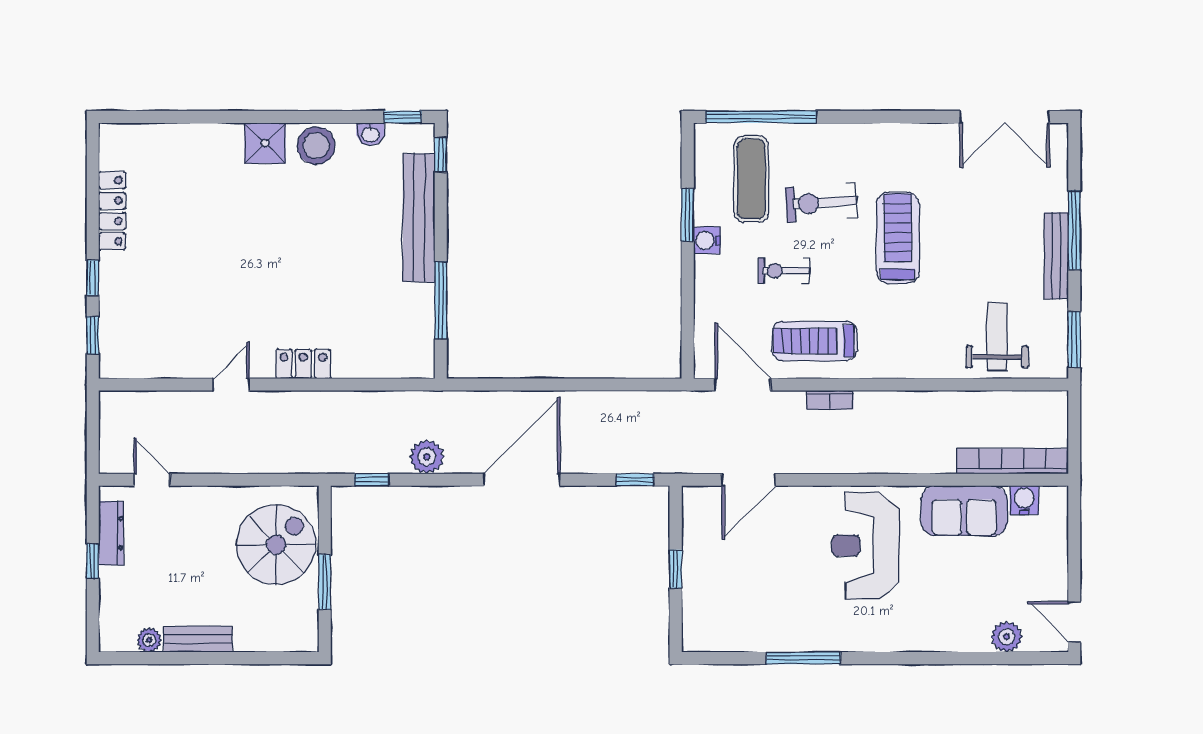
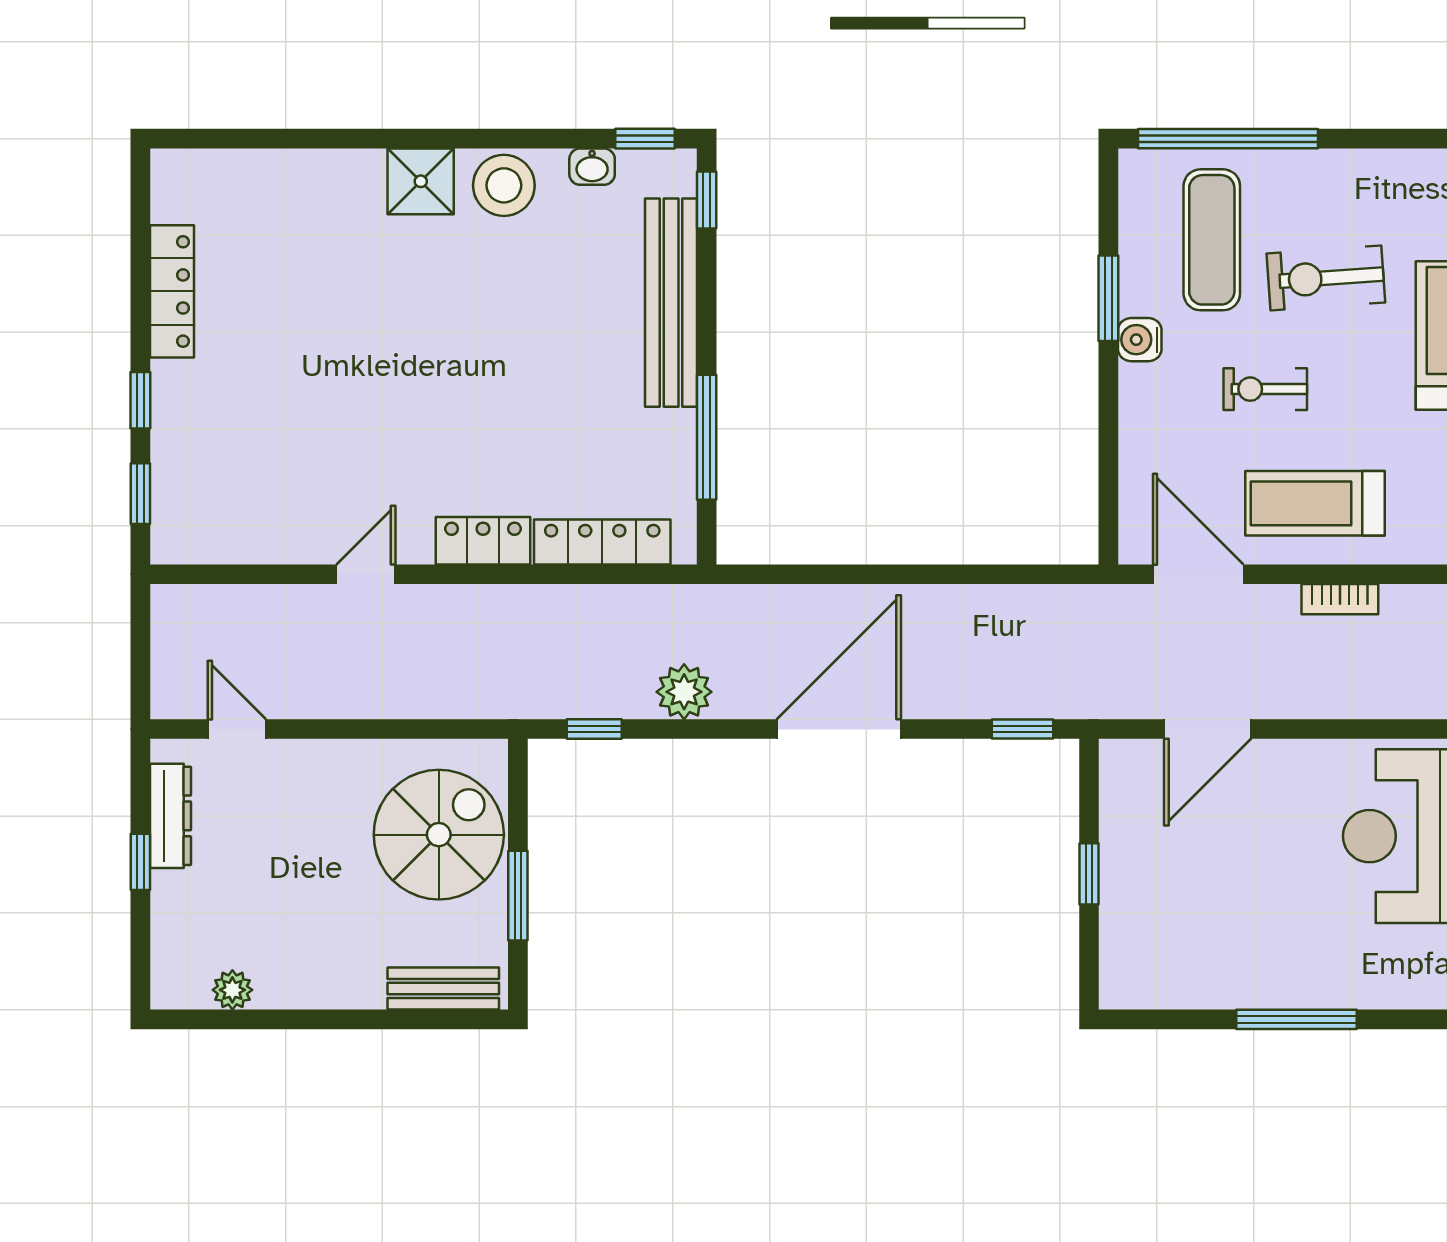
locker: (377, 365) -> (602, 542), added
bench: (198, 639) -> (443, 989), moved

